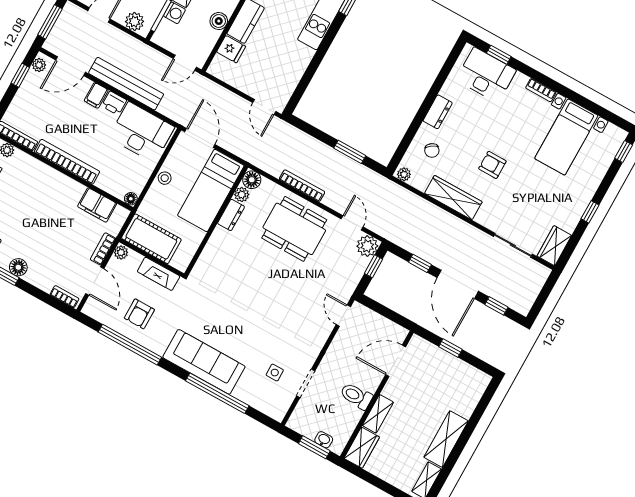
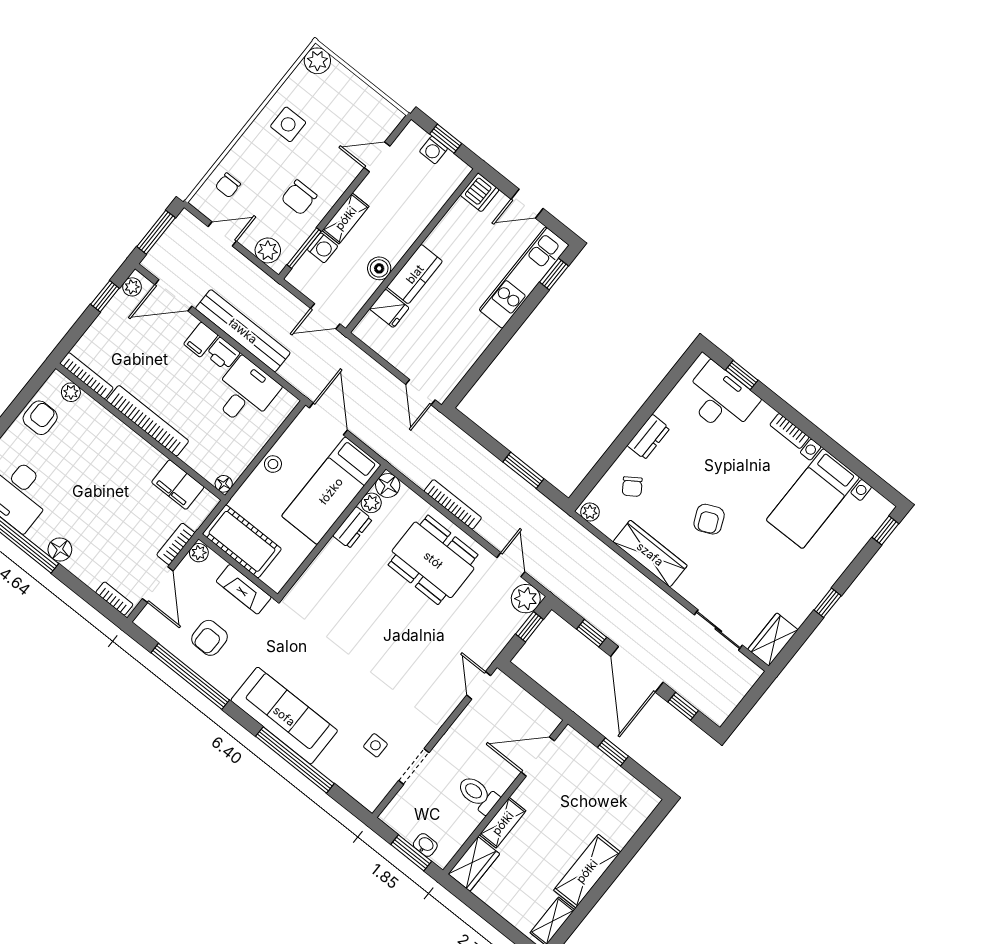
desk: (142, 132) -> (245, 392), width x0.73
armchair: (492, 165) -> (709, 519), turned -114

